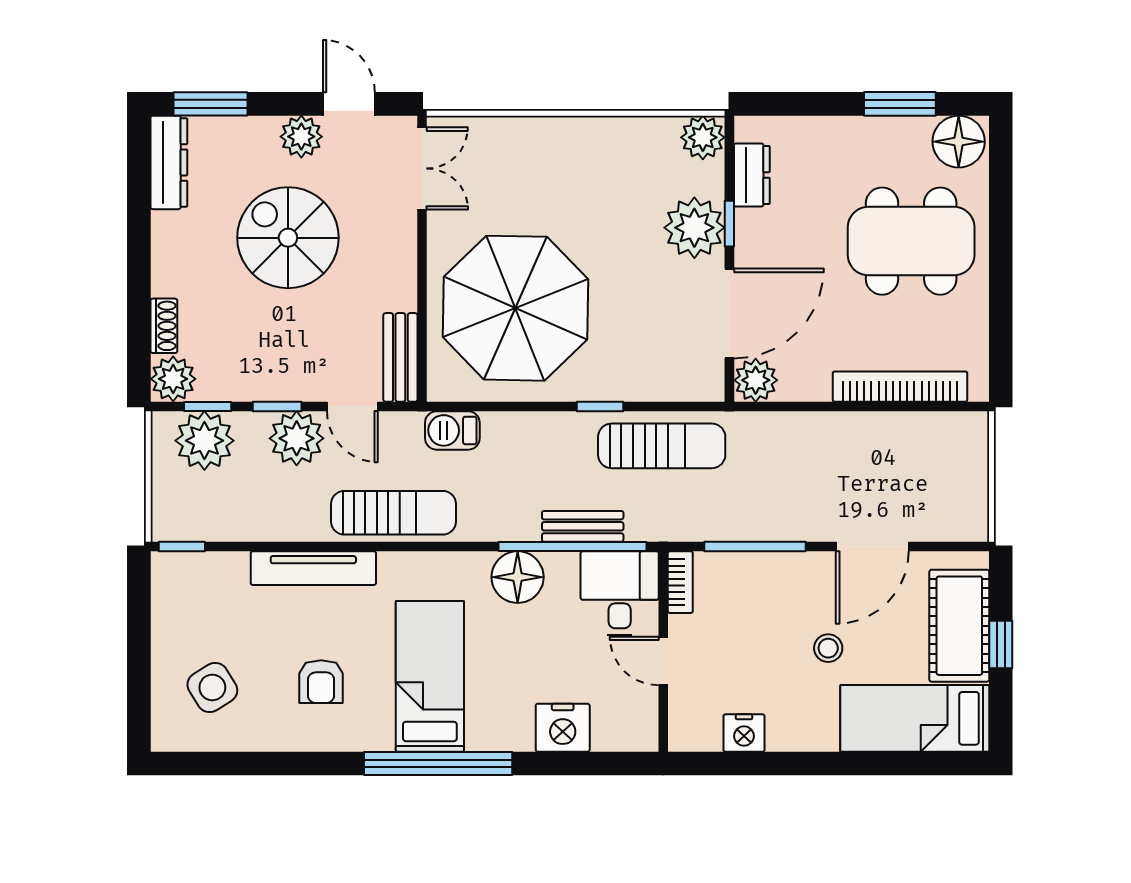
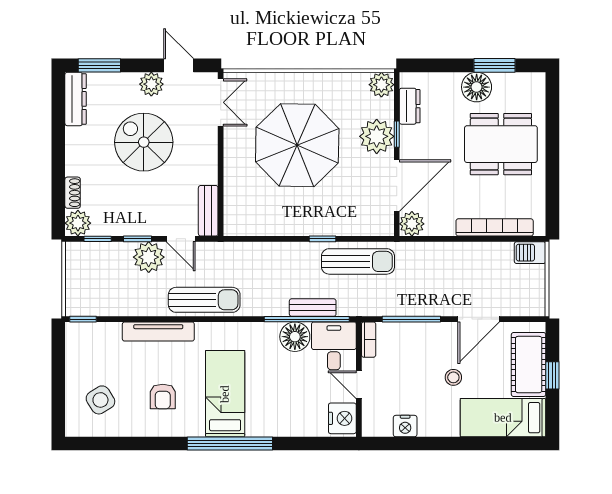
floor lamp: (959, 142) -> (477, 87), moved
parasol: (515, 308) -> (297, 145), moved
barbecue: (452, 430) -> (530, 253), moved
plant: (204, 441) -> (96, 258), removed
floor lamp: (518, 577) -> (295, 337), moved
nightstand: (563, 728) -> (342, 418), moved, turned -90

